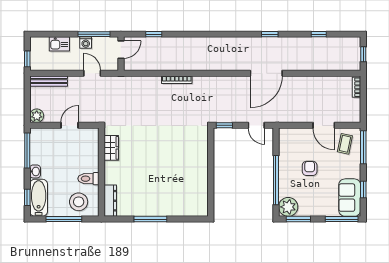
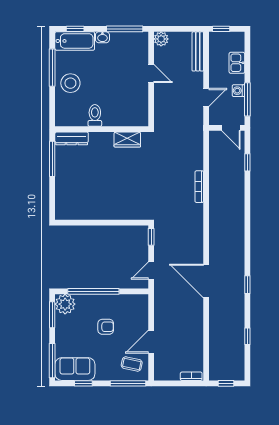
wardrobe: (111, 148) -> (127, 140), moved
wall: (101, 172) -> (102, 129), moved
toilet: (88, 179) -> (95, 115), moved
dresser: (110, 201) -> (72, 138), moved

